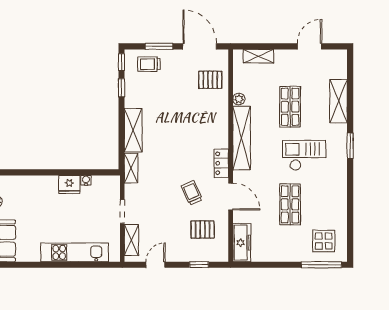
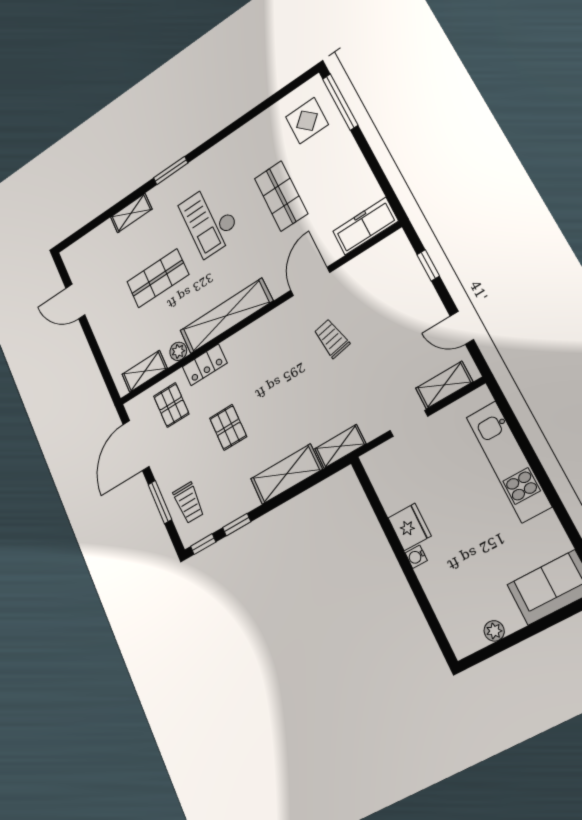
shelving: (259, 56) -> (145, 371), moved, turned 90
shelving: (339, 101) -> (131, 213), width x0.67, depth x0.75
locker: (221, 163) -> (205, 365), moved
water cooler: (86, 180) -> (416, 557), moved
trolley: (192, 193) -> (332, 338), turned 103
shop shelf: (290, 204) -> (281, 196), turned 90
pallet: (203, 229) -> (228, 427), moved

